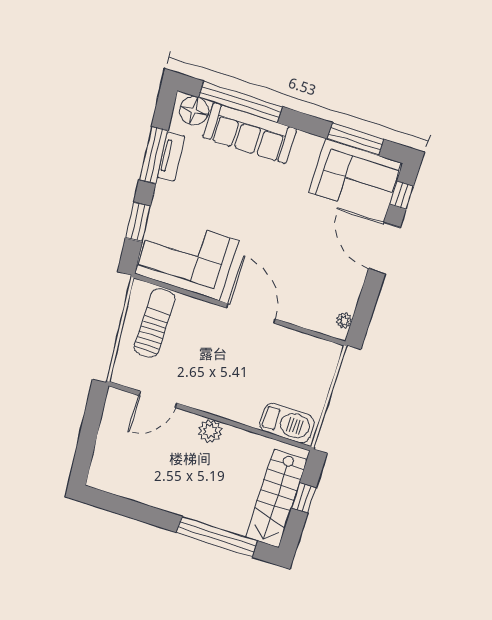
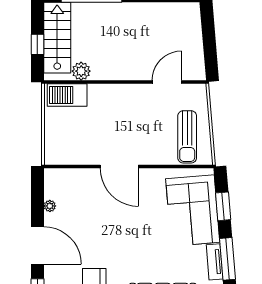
corner sofa: (187, 257) -> (193, 210), moved, turned 85
plant: (344, 321) -> (50, 206), moved
plant: (210, 431) -> (81, 71), moved

